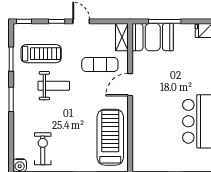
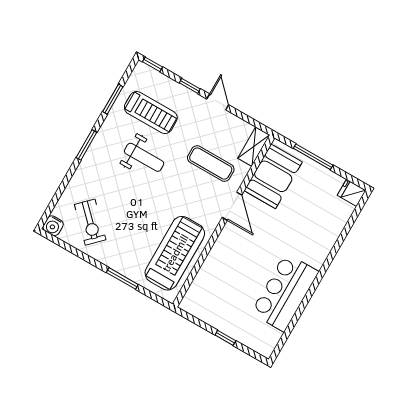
booth: (153, 37) -> (273, 176), moved, turned 90
door: (130, 85) -> (232, 206), swing flipped
exercise bike: (43, 149) -> (90, 222), turned 135

